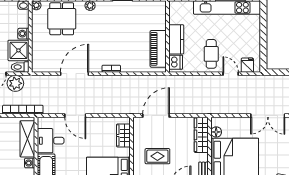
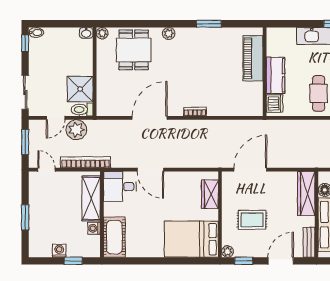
washing machine: (23, 34) -> (86, 68), removed
piano: (158, 49) -> (253, 58), moved
desk: (51, 141) -> (120, 187), moved

